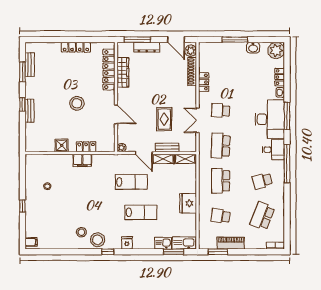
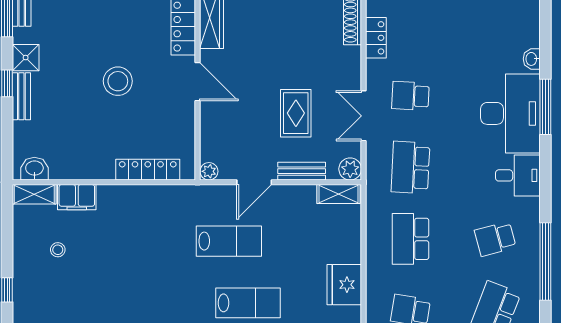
locker: (280, 77) -> (530, 28), removed
door: (116, 114) -> (197, 82), moved
shower: (62, 145) -> (26, 58), moved
washbasin: (36, 146) -> (34, 169), added
plant: (191, 146) -> (350, 169), added
locker: (86, 147) -> (148, 170), width x1.53
door: (144, 153) -> (254, 182), hinge flipped
shelving: (163, 159) -> (34, 194), moved
filing cabinet: (82, 160) -> (77, 197), moved
window: (287, 164) -> (545, 261), moved

